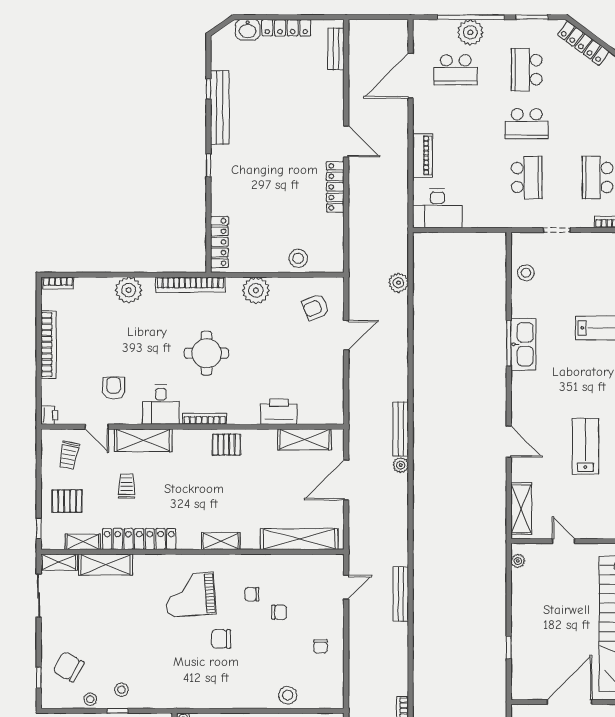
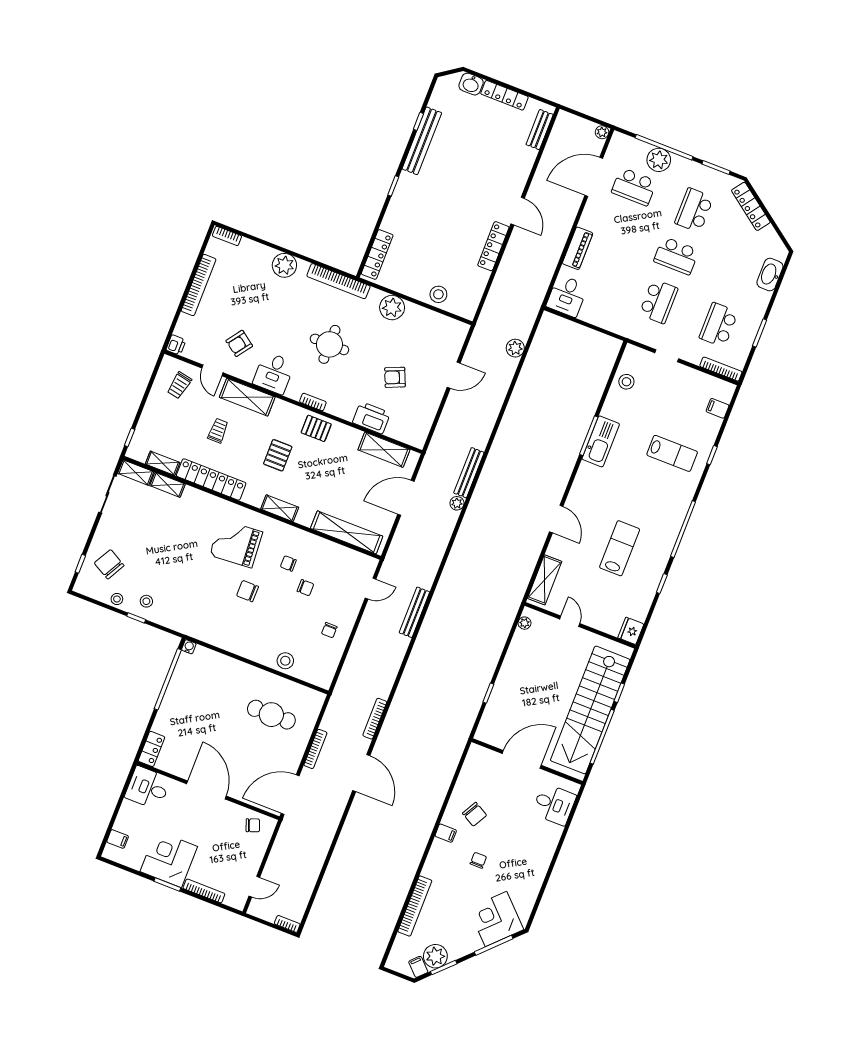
plant: (401, 27) -> (602, 132), added
desk: (437, 208) -> (567, 296), width x0.73
armchair: (315, 307) -> (395, 377), moved
armchair: (114, 388) -> (239, 343), turned -144
bookcase: (205, 419) -> (313, 402), width x0.64
pallet: (67, 501) -> (278, 455), moved, turned 90
shelving: (105, 565) -> (168, 485), width x0.67, depth x0.75

